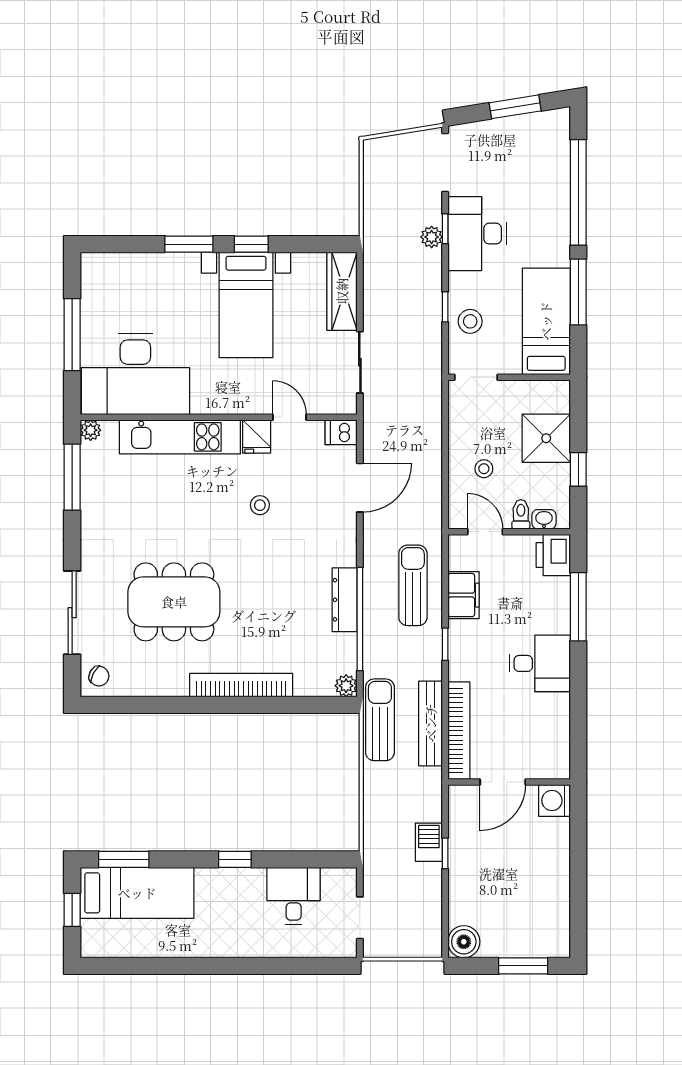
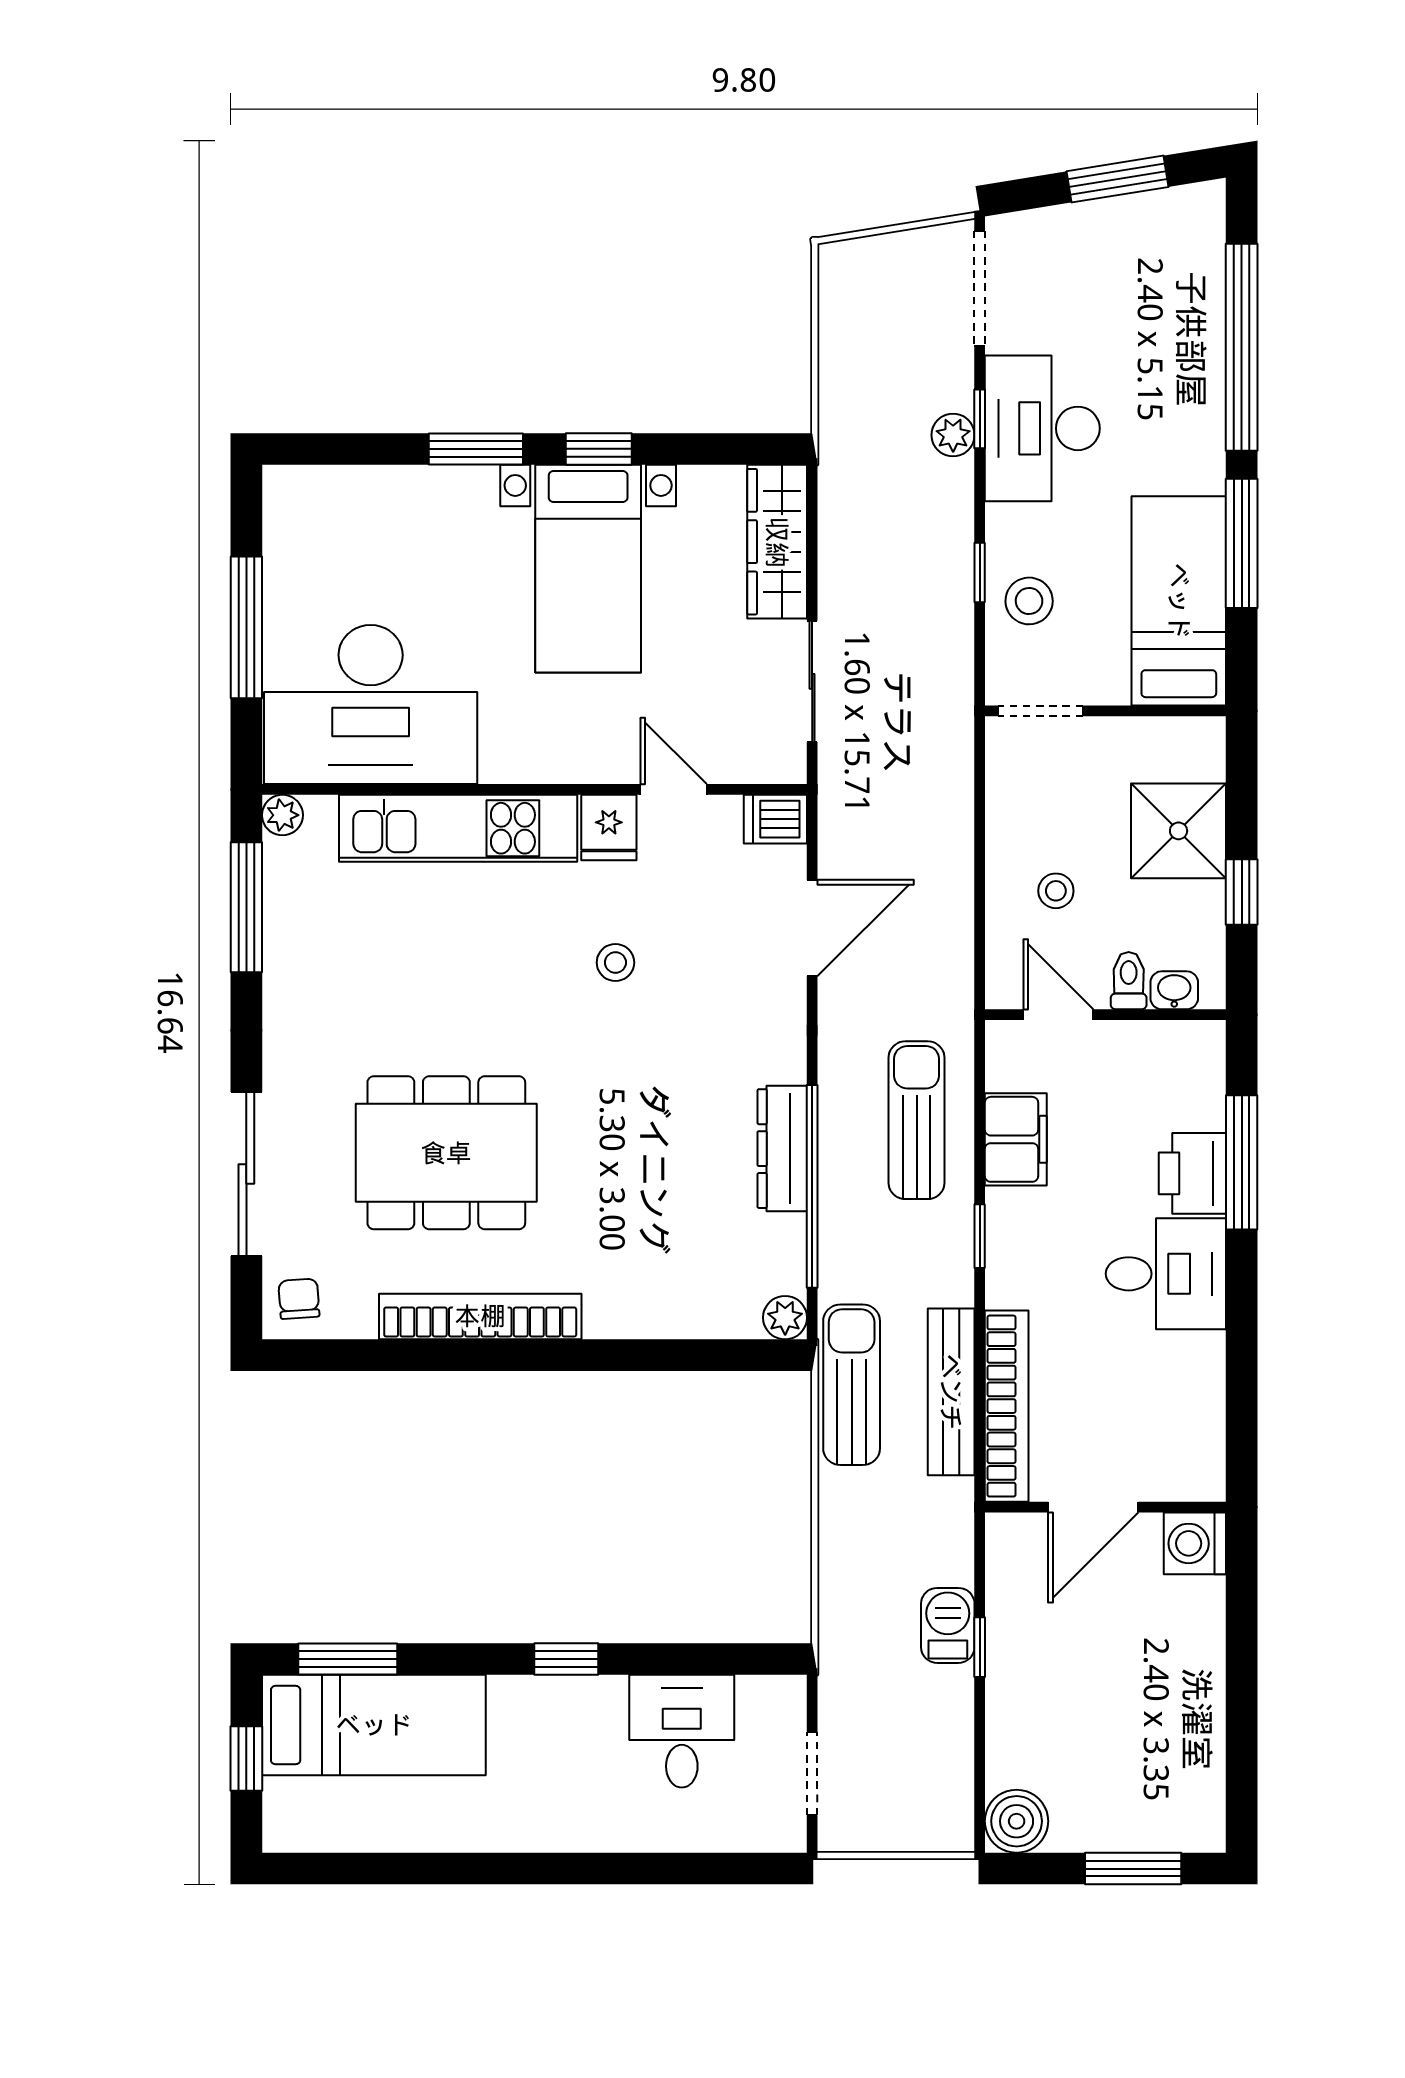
printer: (553, 555) -> (1192, 1173), moved
chair: (99, 676) -> (299, 1299), turned -122
bookcase: (241, 685) -> (480, 1316), moved

